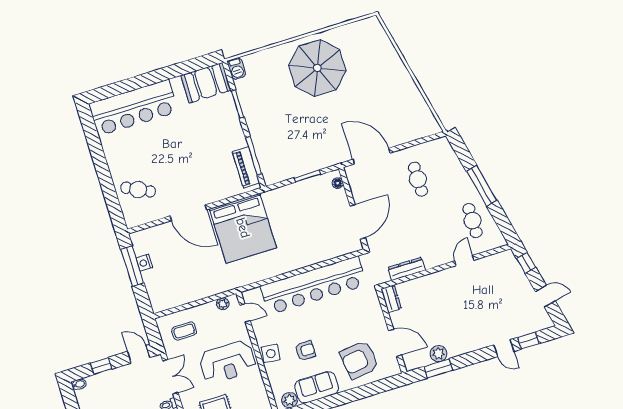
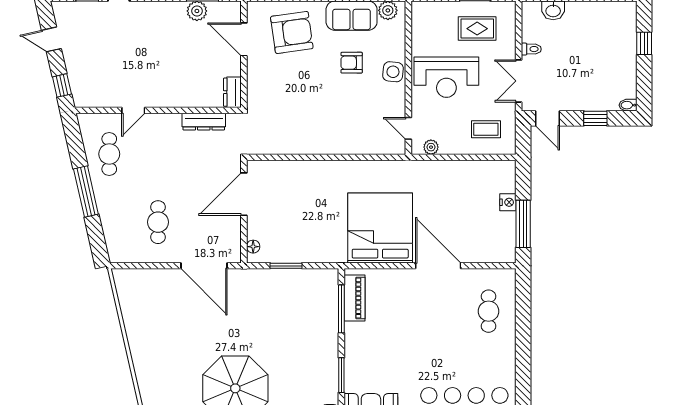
cafe table: (138, 190) -> (489, 311), turned 64
nightstand: (144, 263) -> (508, 202), moved
bar counter: (314, 285) -> (318, 136), removed
reception desk: (228, 362) -> (446, 77), turned 180

